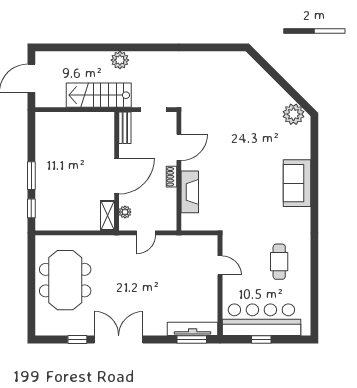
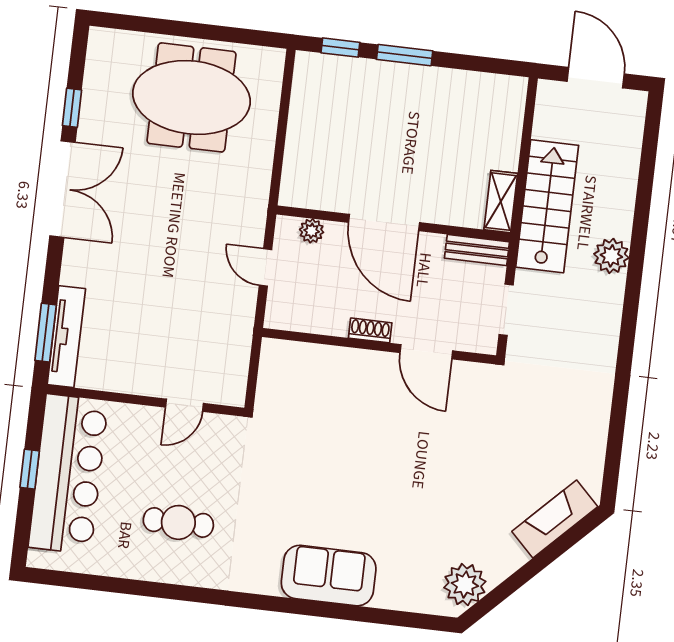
fireplace: (190, 192) -> (555, 519), moved, turned 135
shelving: (107, 216) -> (501, 202), moved, turned 90

